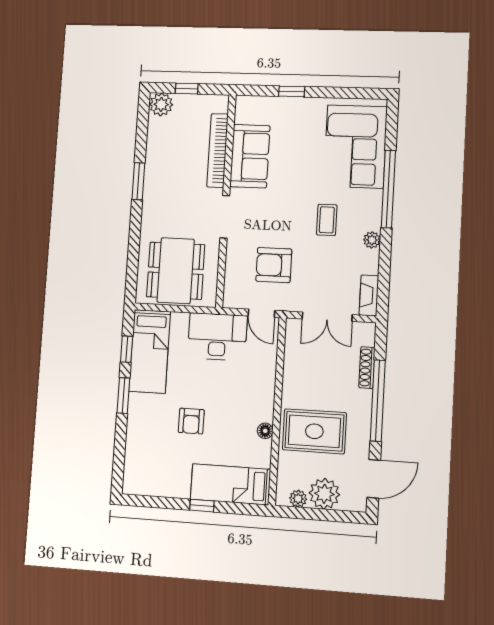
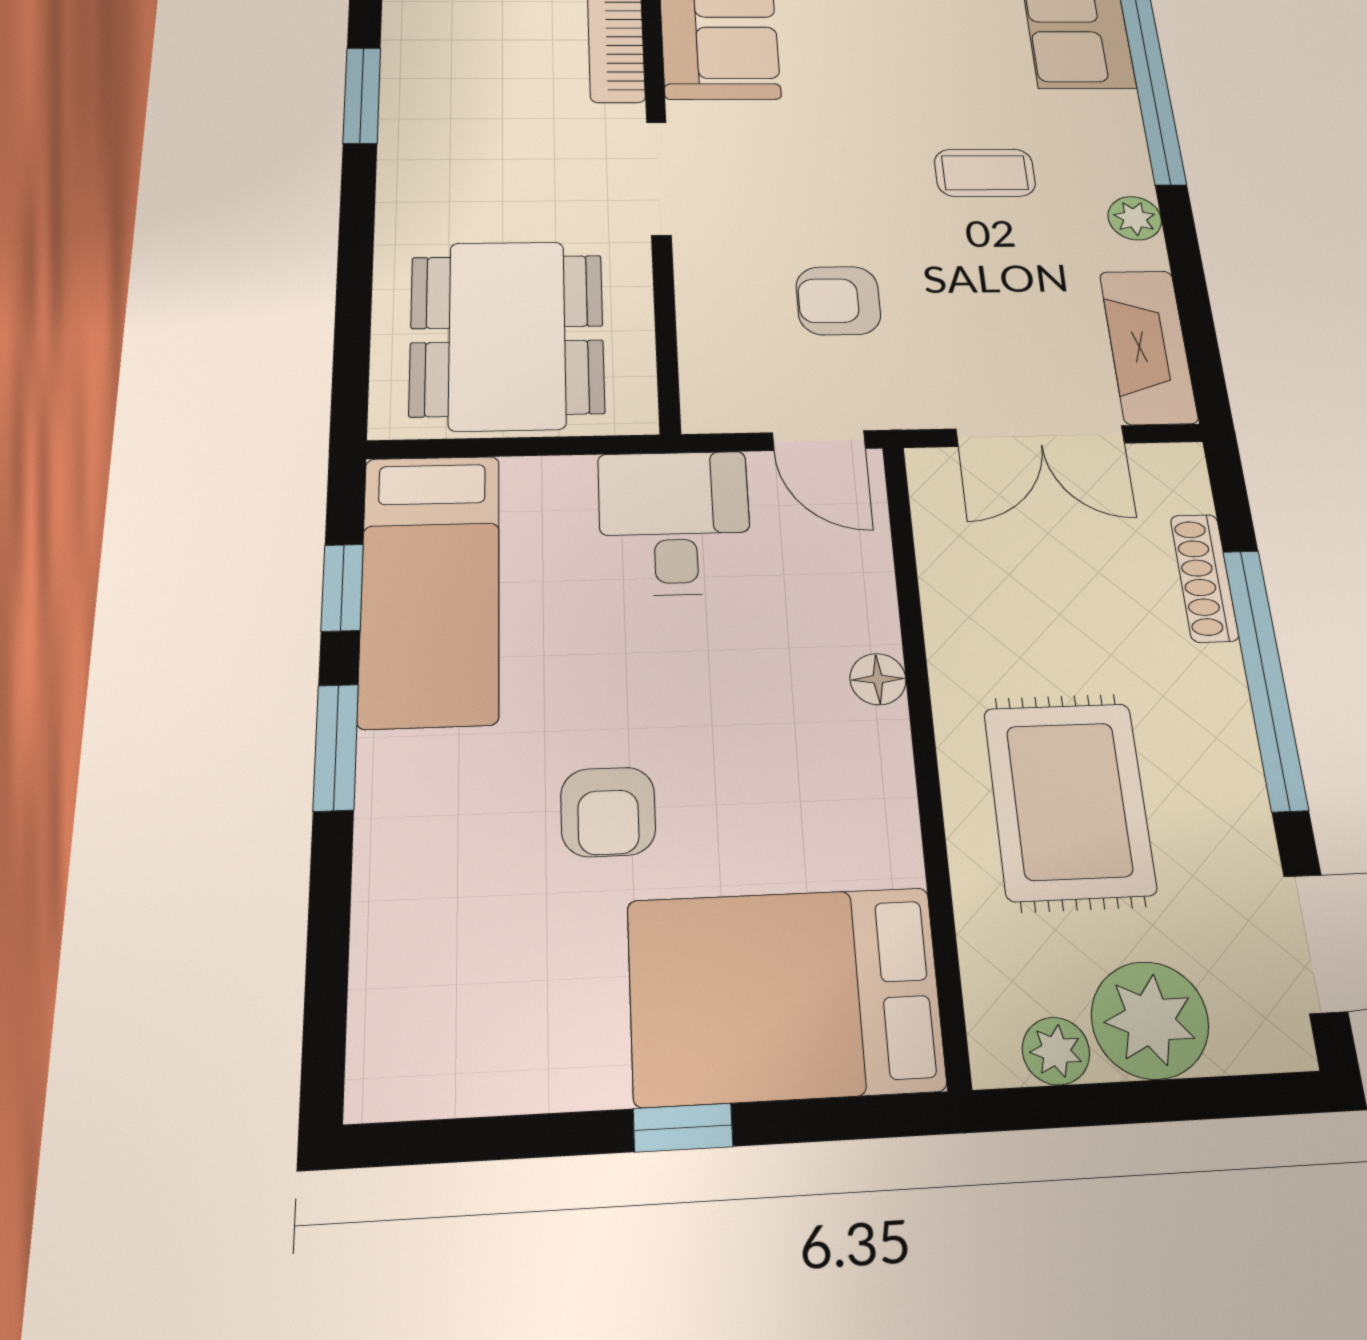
coffee table: (327, 220) -> (985, 173), turned 90
armchair: (274, 265) -> (838, 301), width x0.72, depth x0.72
fireplace: (369, 295) -> (1148, 347), width x1.37, depth x1.32
desk: (217, 337) -> (675, 523), width x0.73
floor lamp: (265, 431) -> (878, 679), moved
rug: (314, 431) -> (1069, 801), turned 90
bed: (230, 484) -> (785, 995), width x1.50

